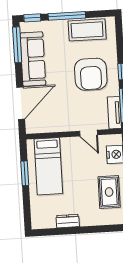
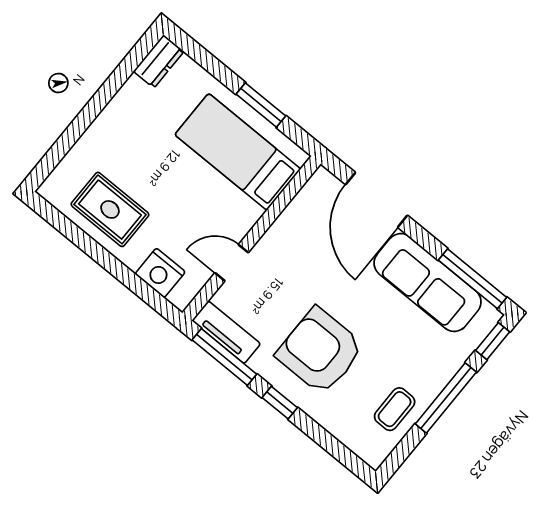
coffee table: (87, 30) -> (395, 409), width x0.54, depth x0.58
dresser: (68, 221) -> (159, 61), moved

